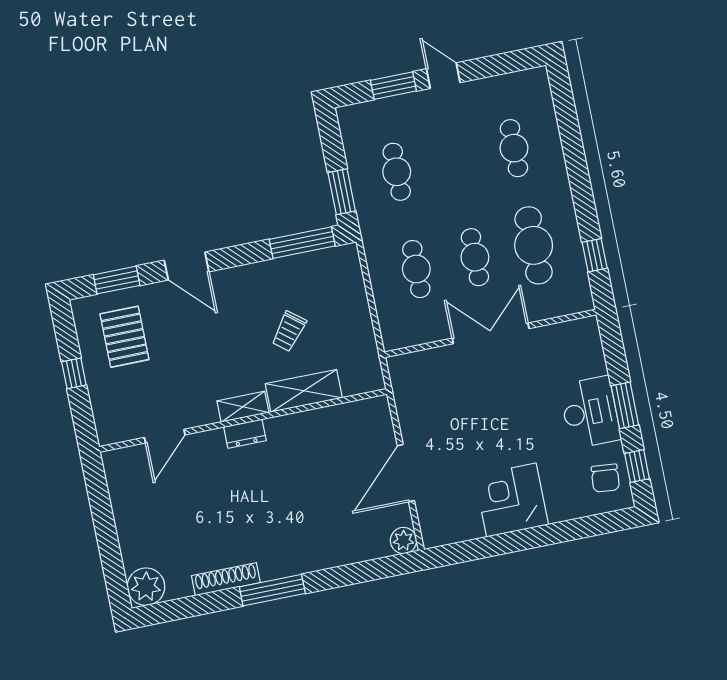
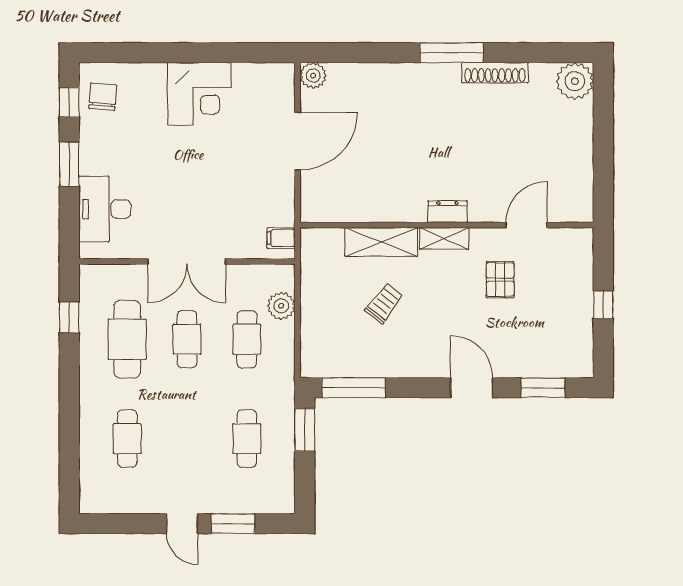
plant: (389, 309) -> (281, 306), added
pallet: (124, 337) -> (500, 280), moved, width x0.67, depth x0.71
filing cabinet: (403, 375) -> (281, 238), added
desk: (590, 412) -> (105, 209), moved

